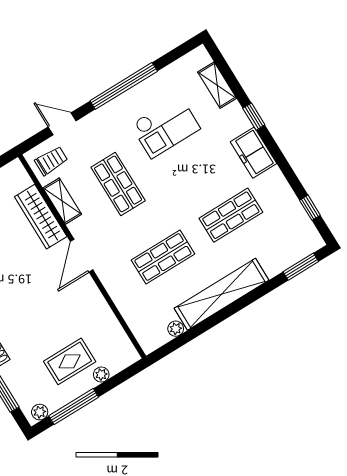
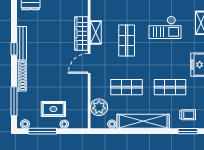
trolley: (51, 161) -> (188, 115), moved
plant: (139, 315) -> (99, 107), added

